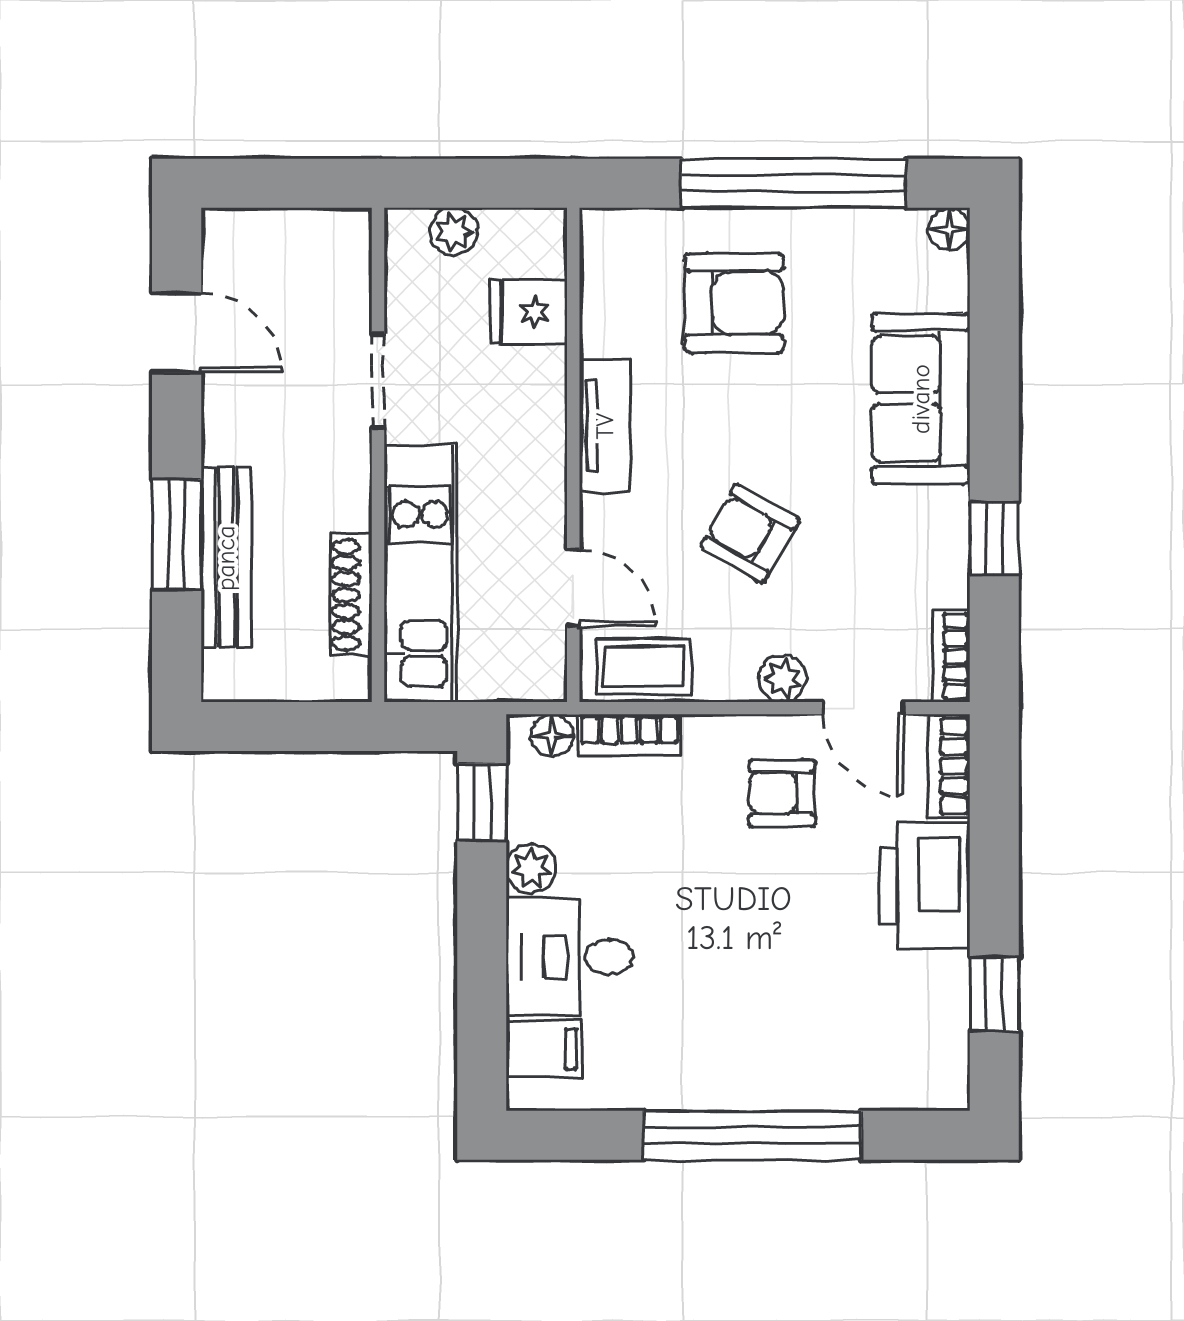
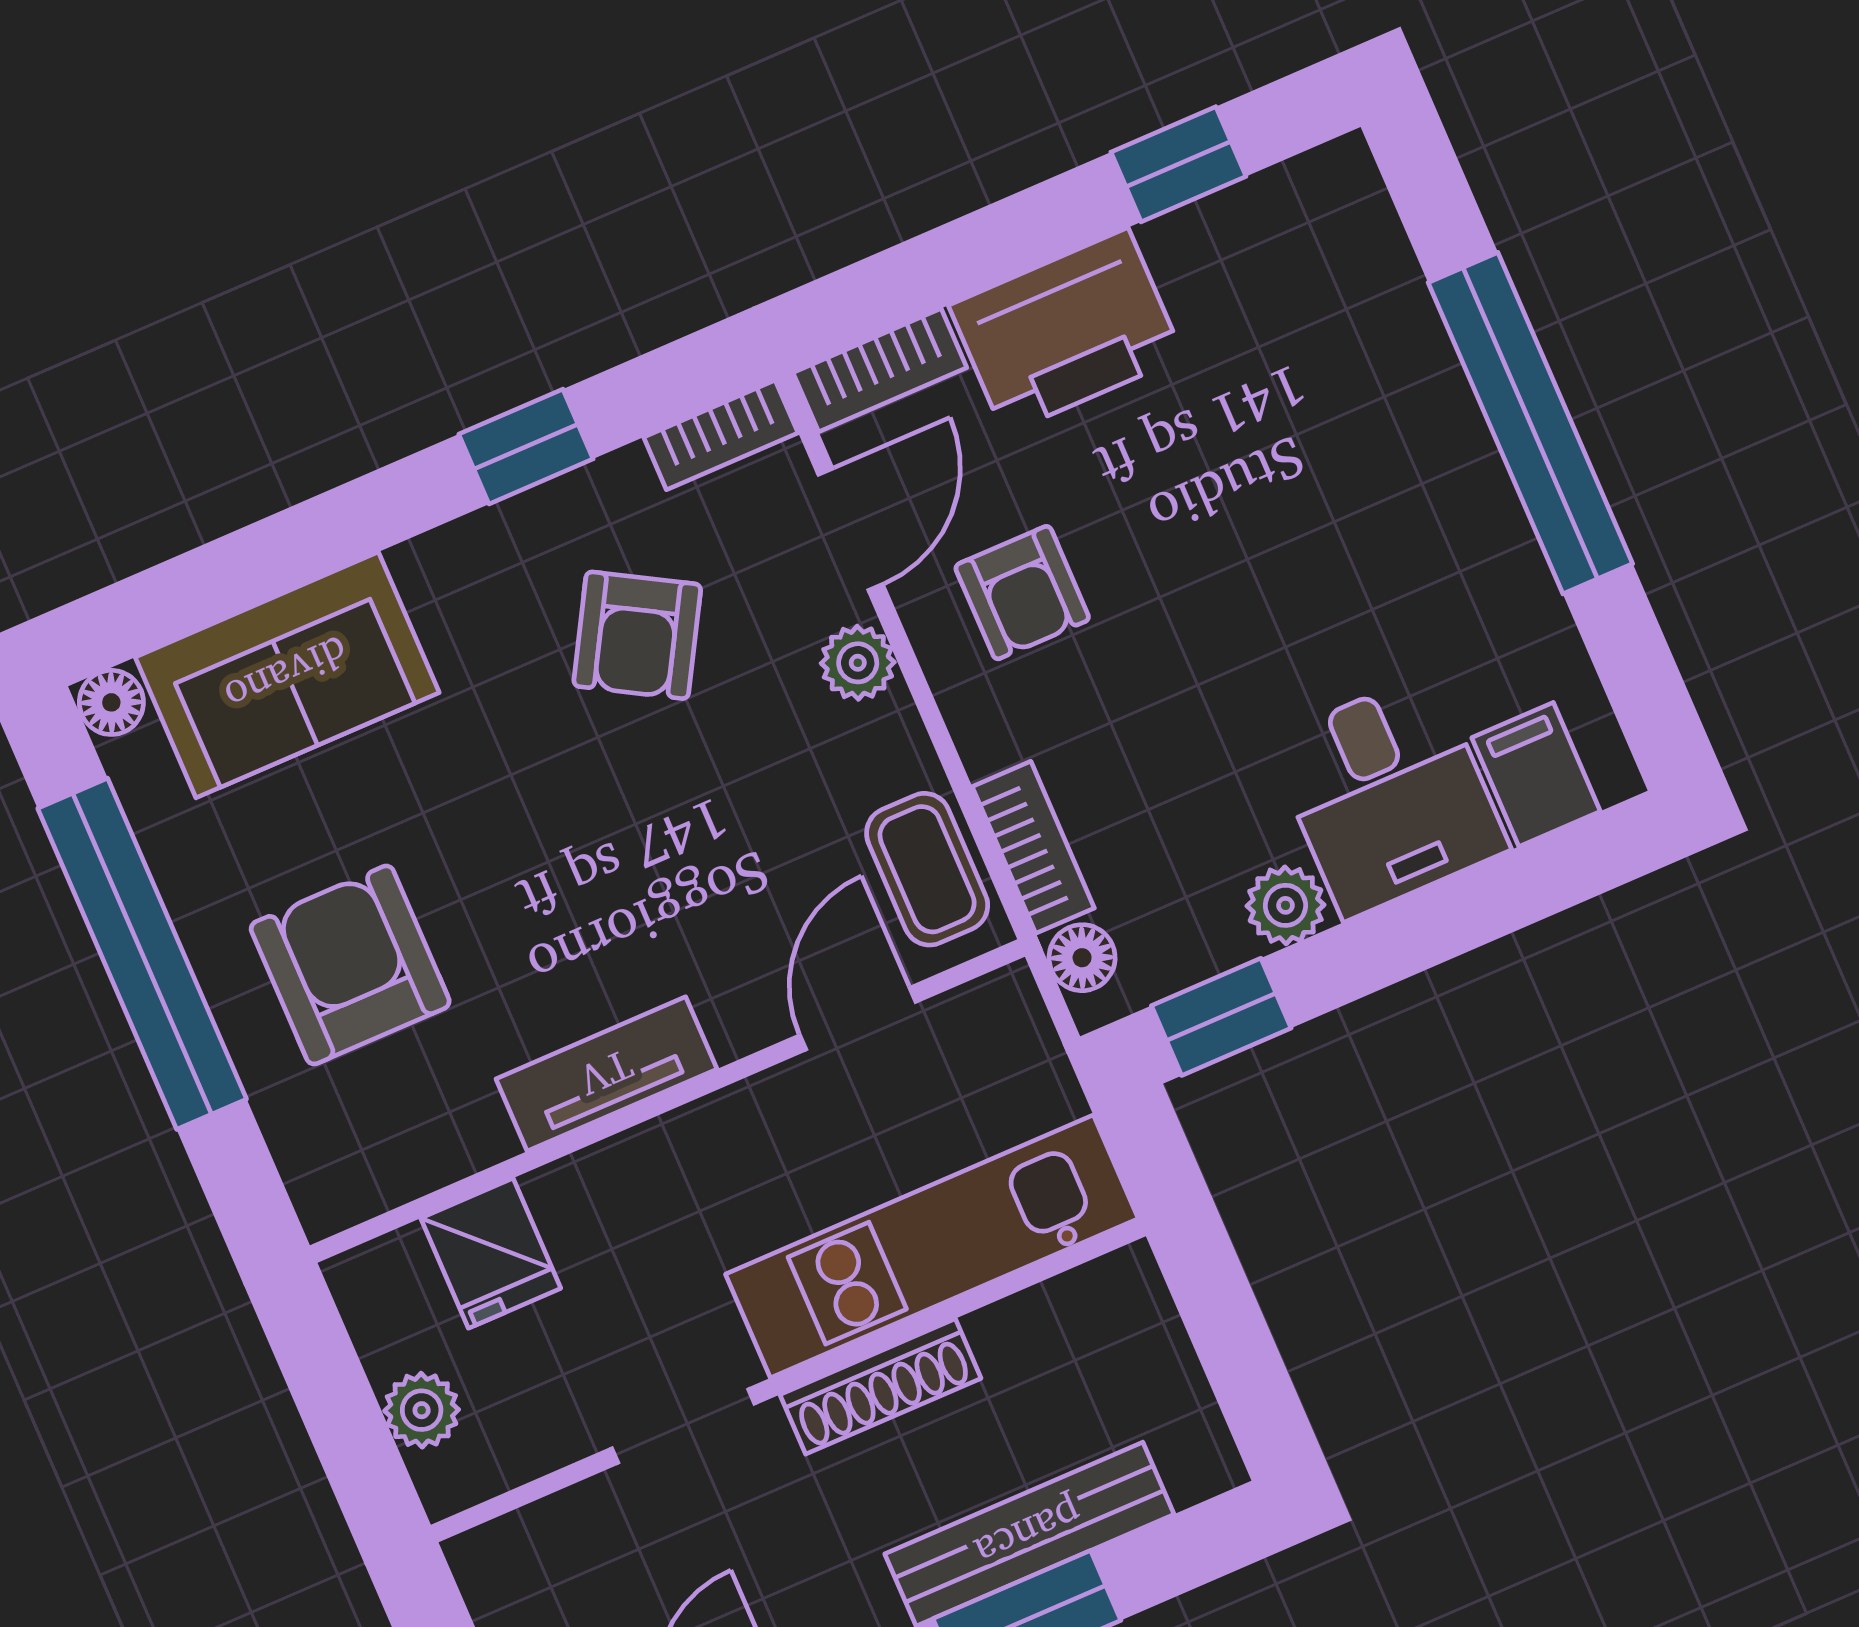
sofa: (921, 399) -> (287, 675), moved
armchair: (750, 533) -> (637, 635), moved
shoe rack: (351, 595) -> (880, 1386), moved

